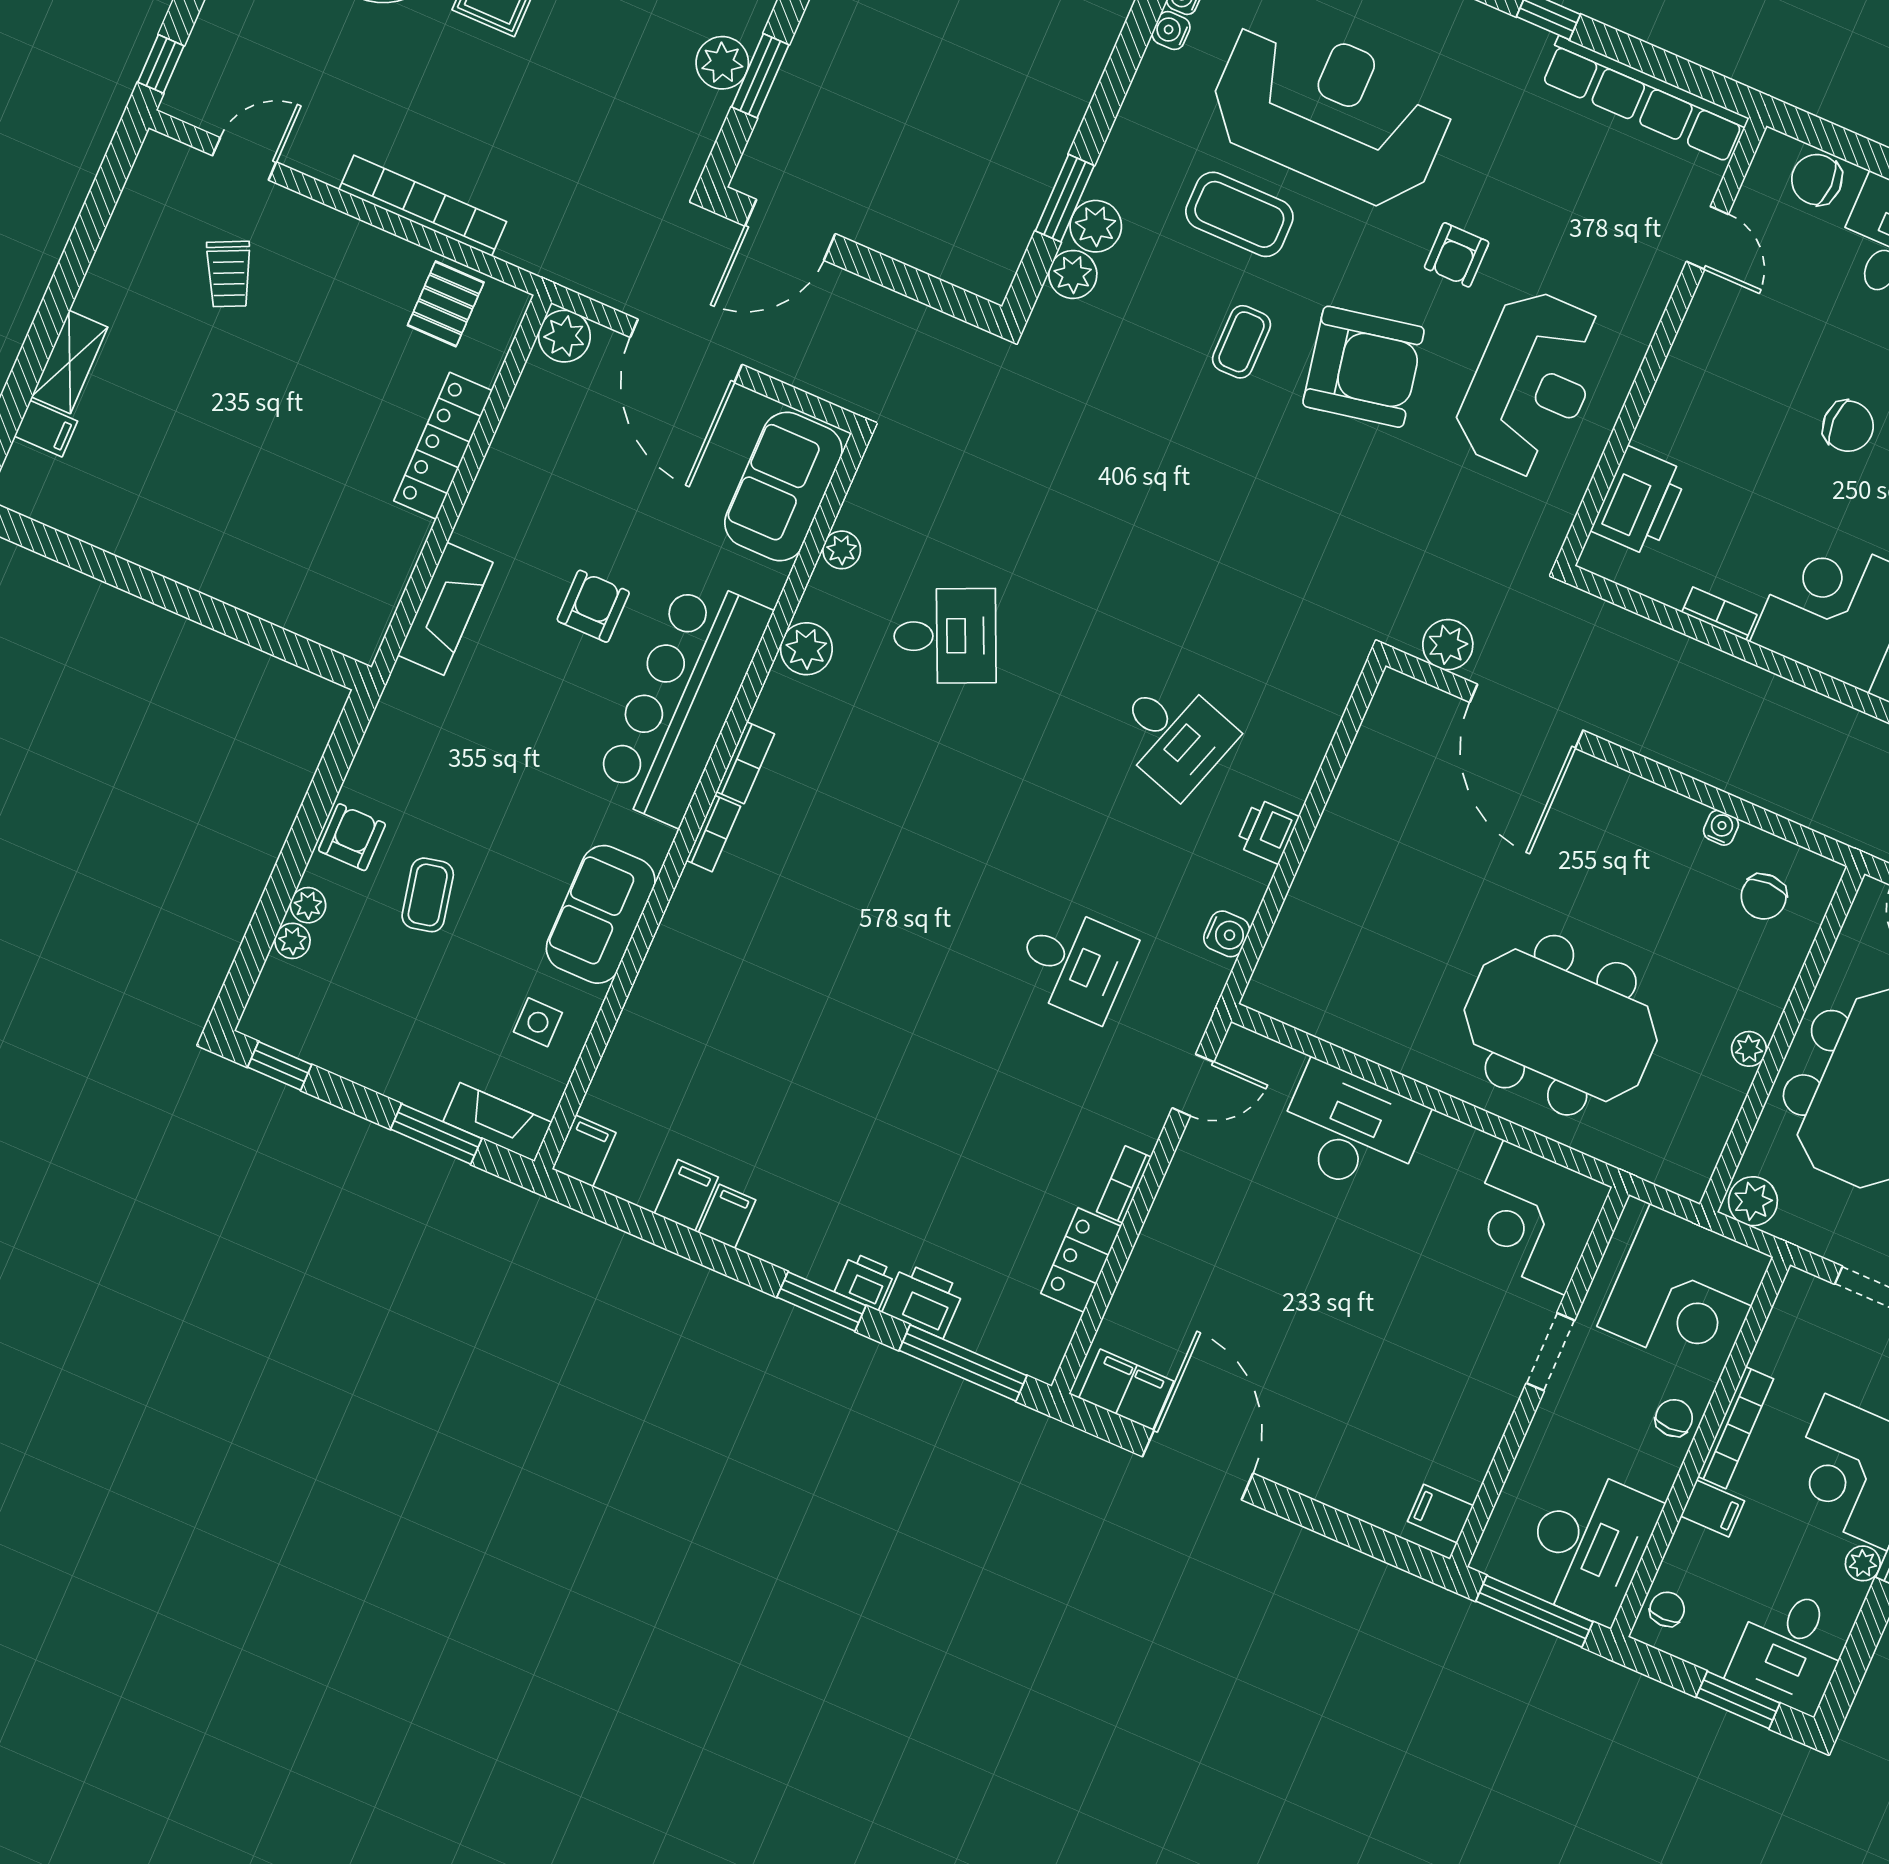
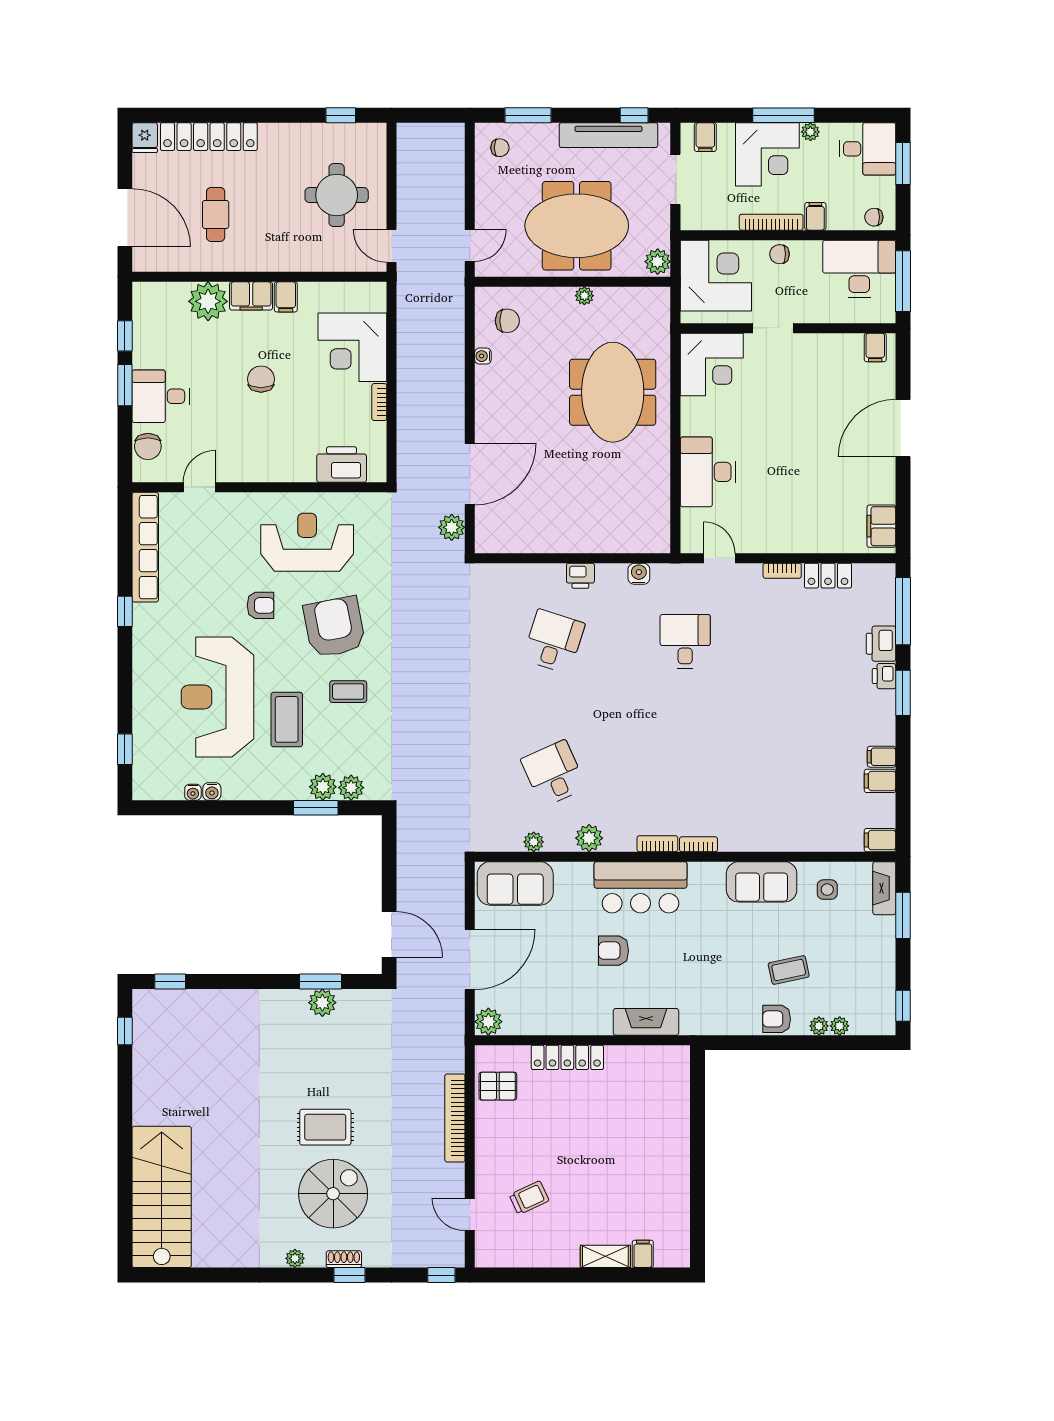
bar counter: (682, 701) -> (641, 887), width x0.73
door: (1198, 1465) -> (903, 428), moved

